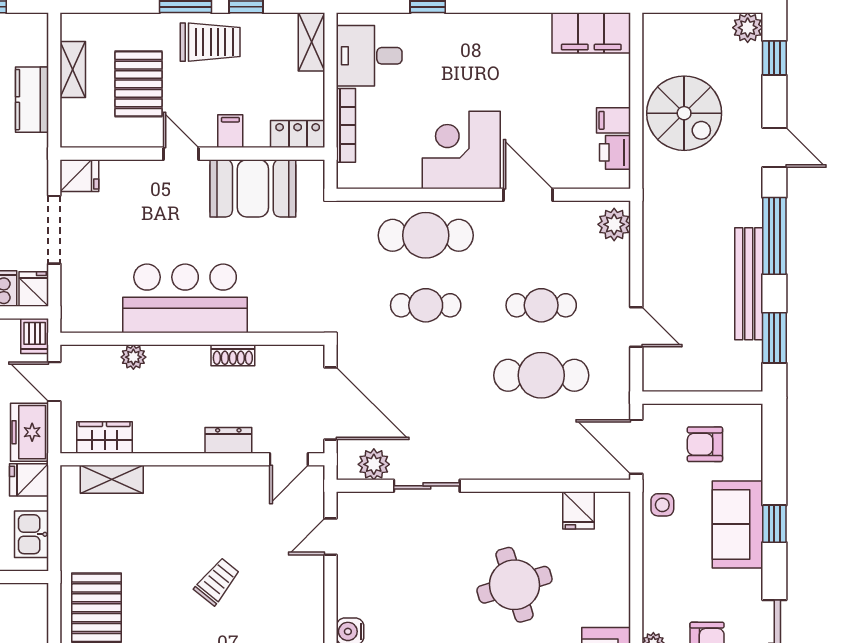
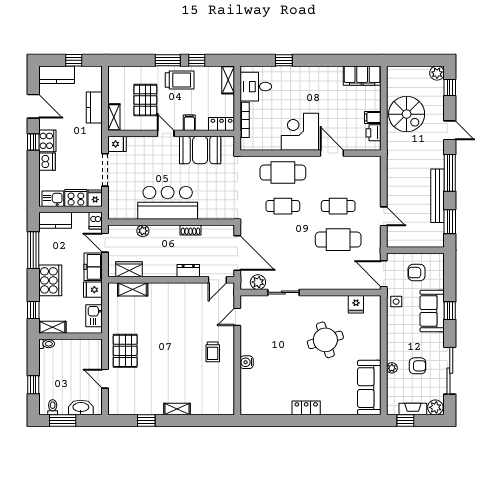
shelving: (73, 70) -> (114, 117), moved
plant: (614, 224) -> (373, 167), removed
trolley: (217, 581) -> (213, 352), moved, turned 141

